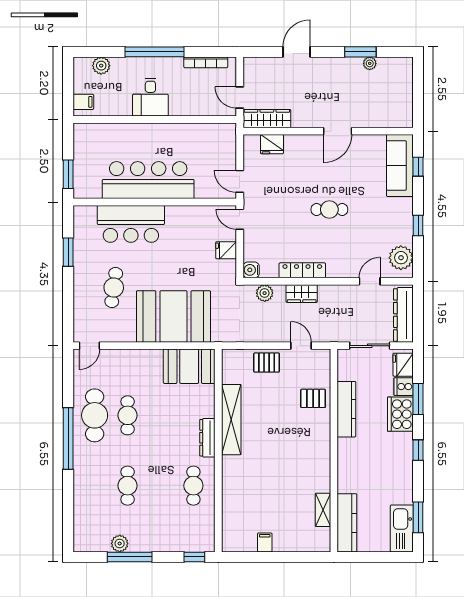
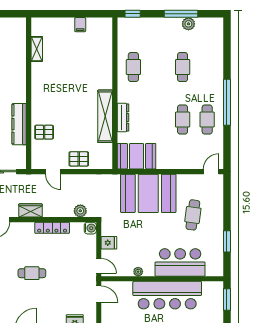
plant: (187, 212) -> (138, 272), added
wardrobe: (302, 294) -> (30, 210), moved
cafe table: (95, 415) -> (207, 120), width x0.73, depth x0.74
dresser: (207, 438) -> (123, 118), moved
kitchen counter: (347, 523) -> (19, 39), removed

